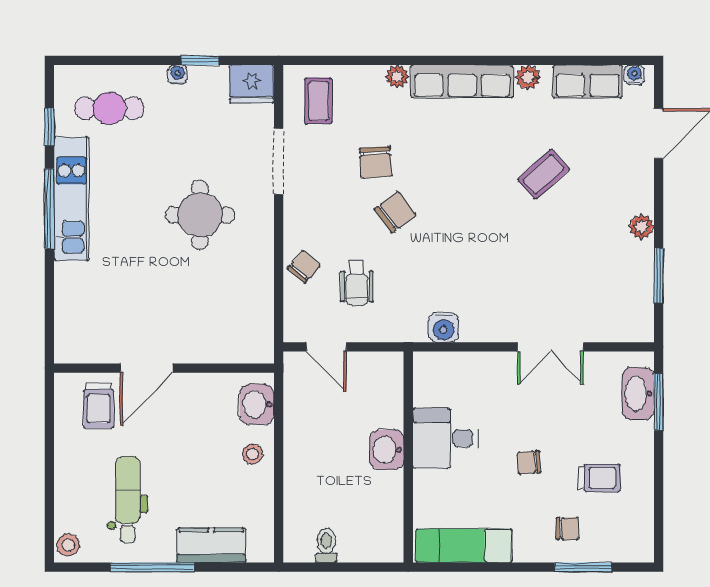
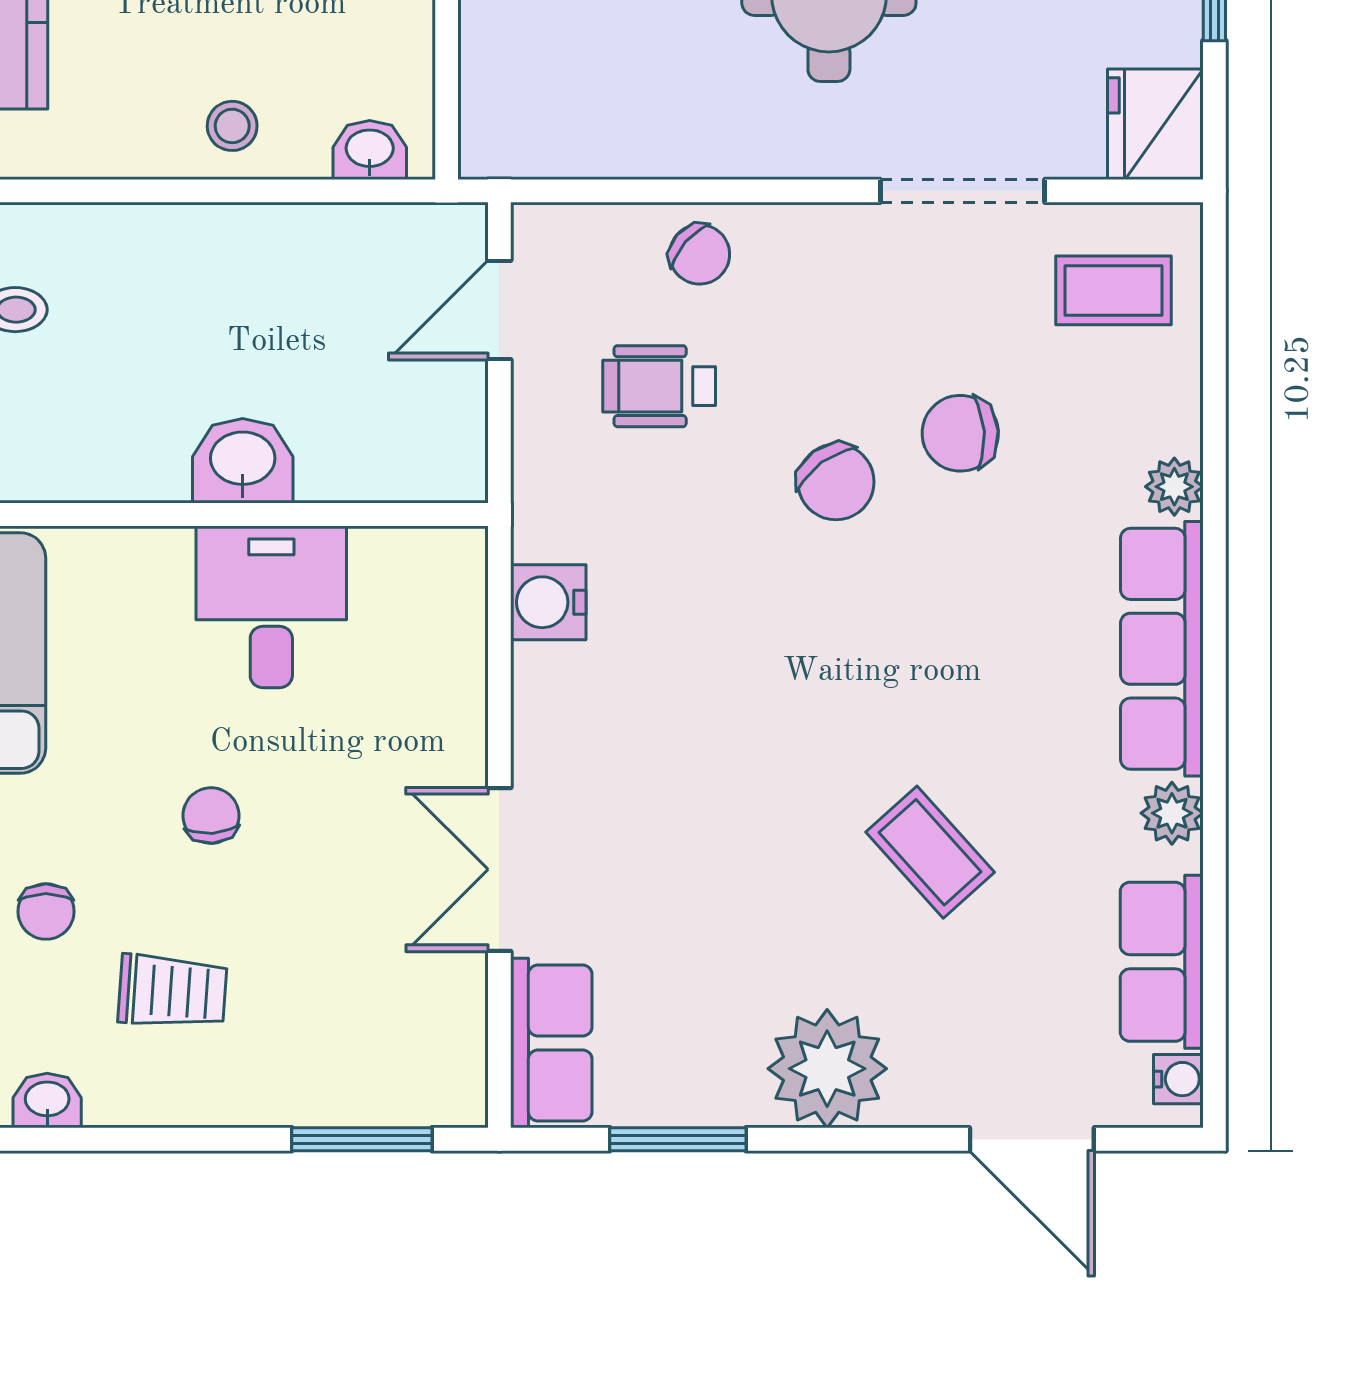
plant: (641, 227) -> (827, 1069), width x1.88, depth x1.88
row of seats: (620, 326) -> (551, 1043), added
washbasin: (638, 393) -> (47, 1100), moved, width x0.52, depth x0.69
washbasin: (257, 404) -> (370, 150), width x0.72, depth x0.69
trolley: (599, 478) -> (172, 991), turned -86

